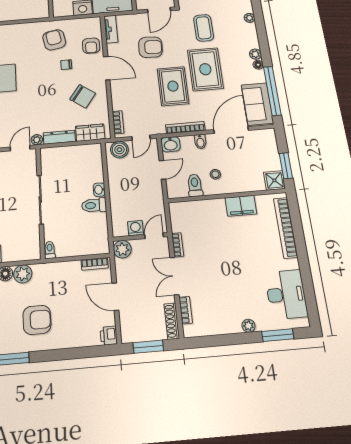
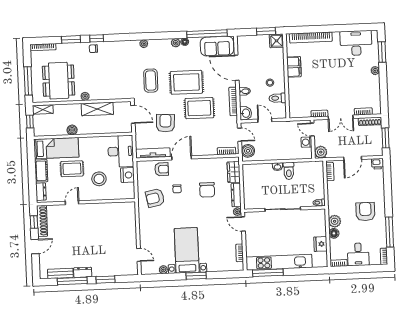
coffee table: (204, 28) -> (151, 81), turned 90
tv unit: (111, 29) -> (153, 153), width x1.41
chair: (83, 96) -> (207, 190), moved, turned 144

